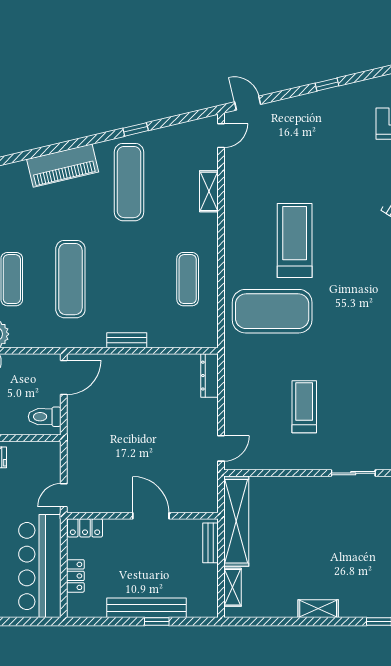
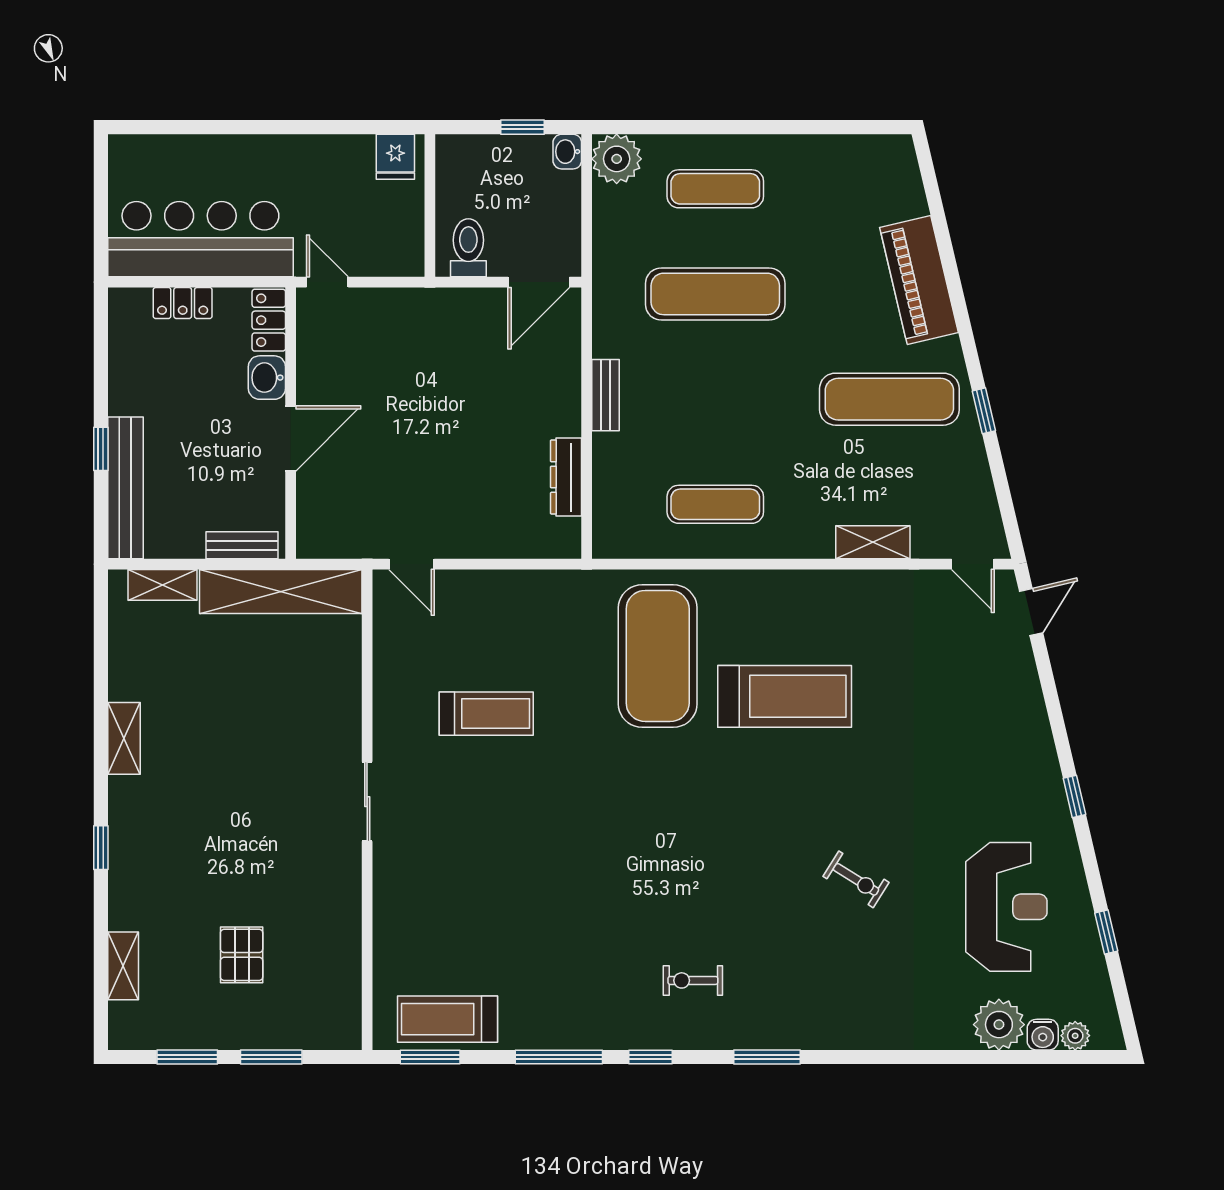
window: (327, 84) -> (1074, 796), moved
dresser: (210, 376) -> (566, 477), moved, turned -90
door: (64, 377) -> (539, 282), hinge flipped
washbasin: (117, 529) -> (267, 378), added
bench: (146, 608) -> (125, 488), moved

